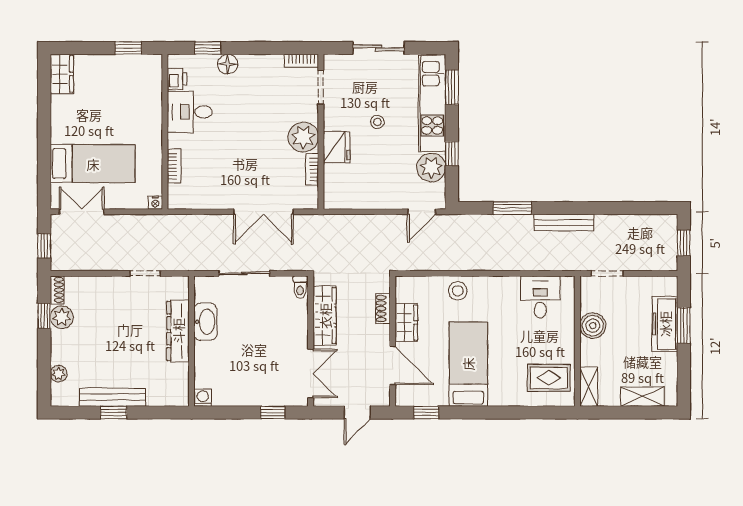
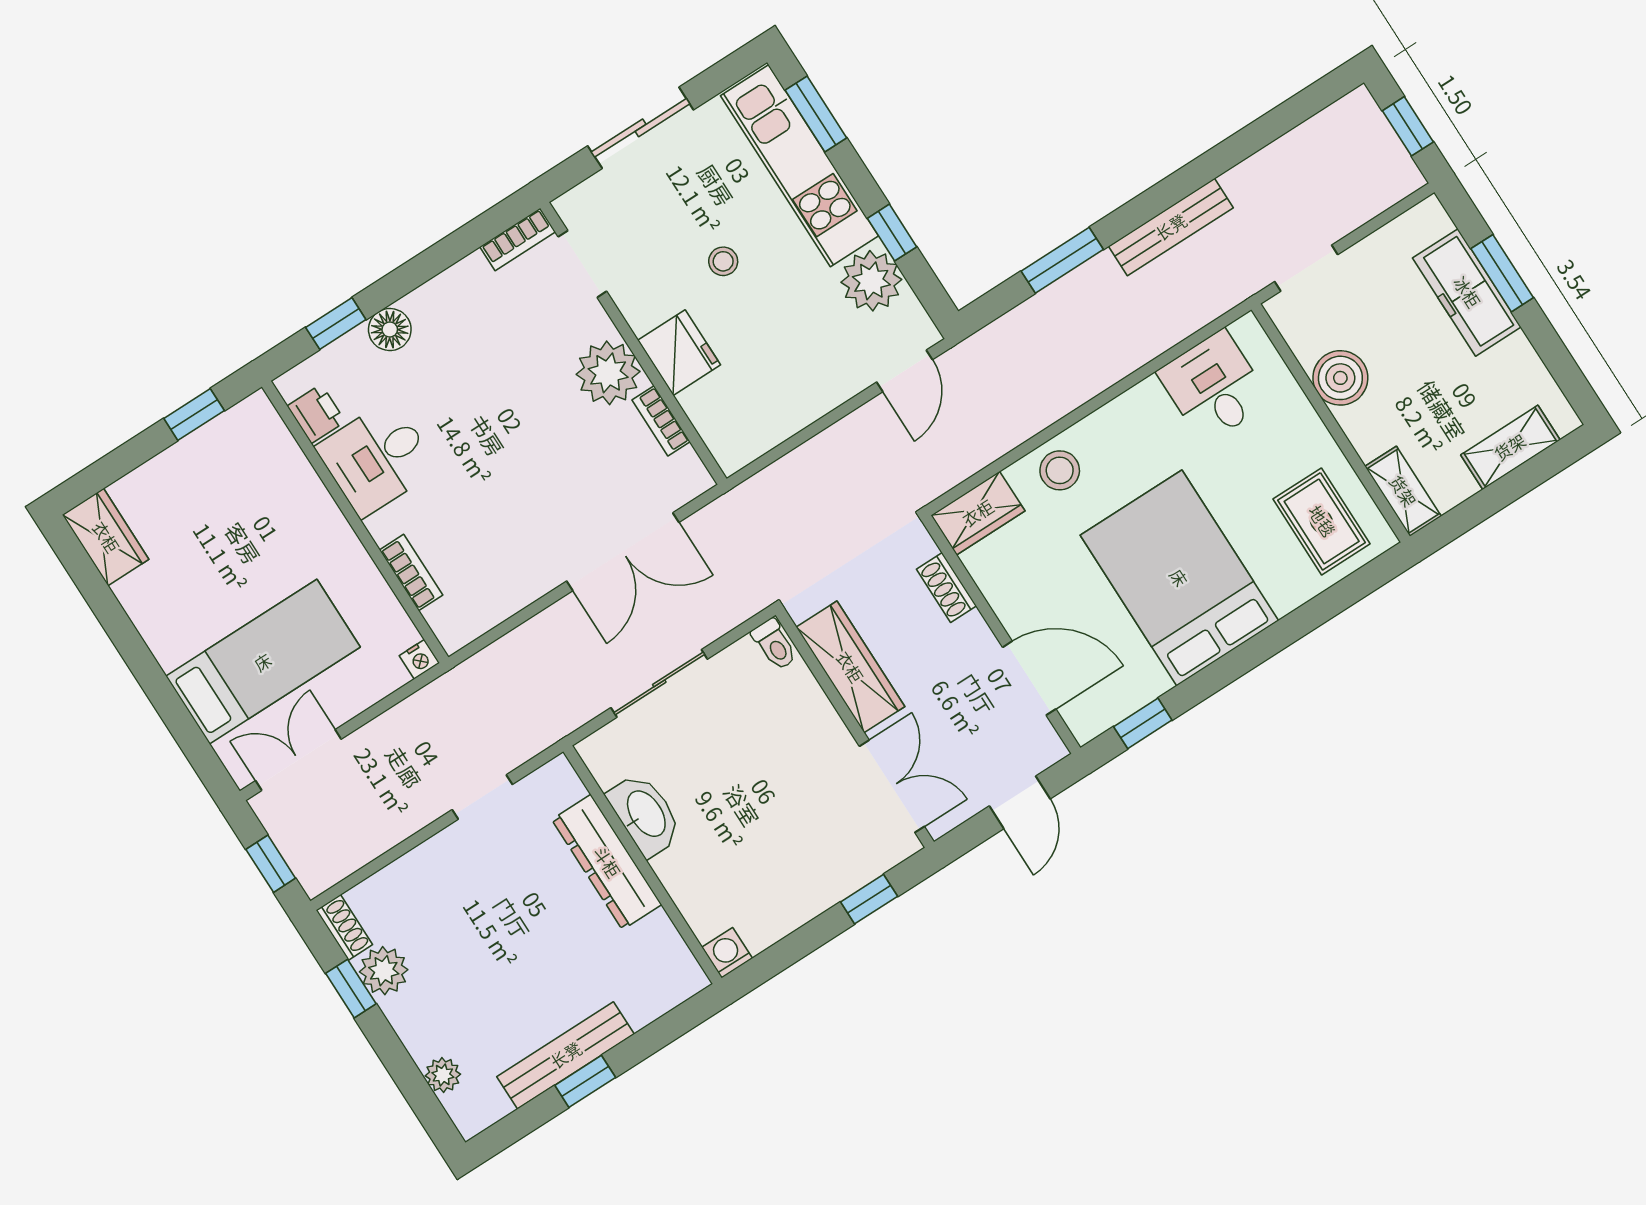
wardrobe: (406, 323) -> (978, 513), moved, turned 90
bed: (468, 364) -> (1179, 578), width x1.50
rug: (549, 378) -> (1322, 521), turned 90

